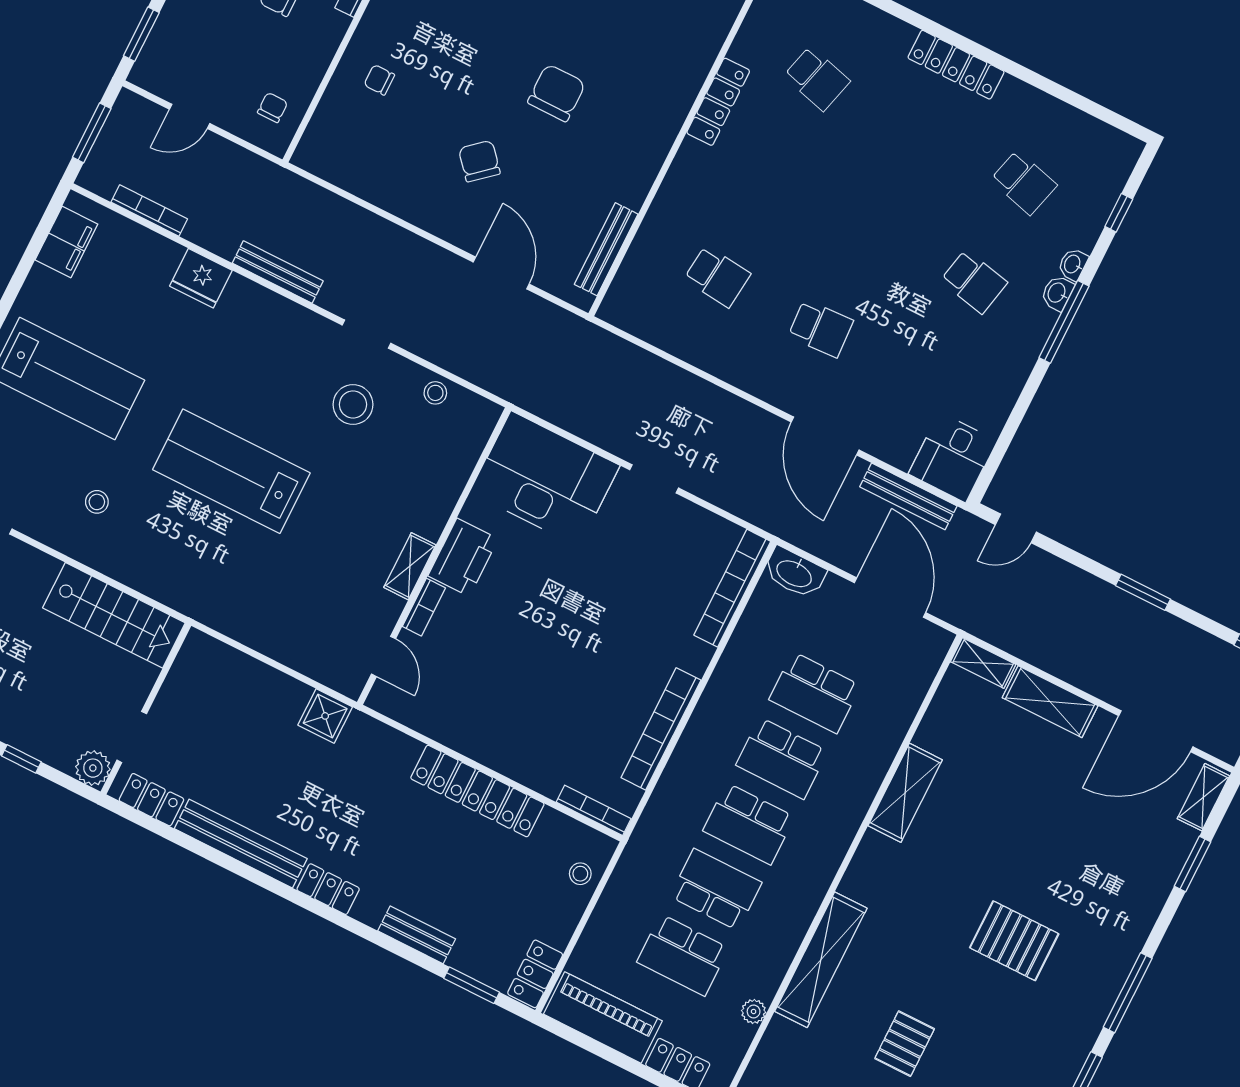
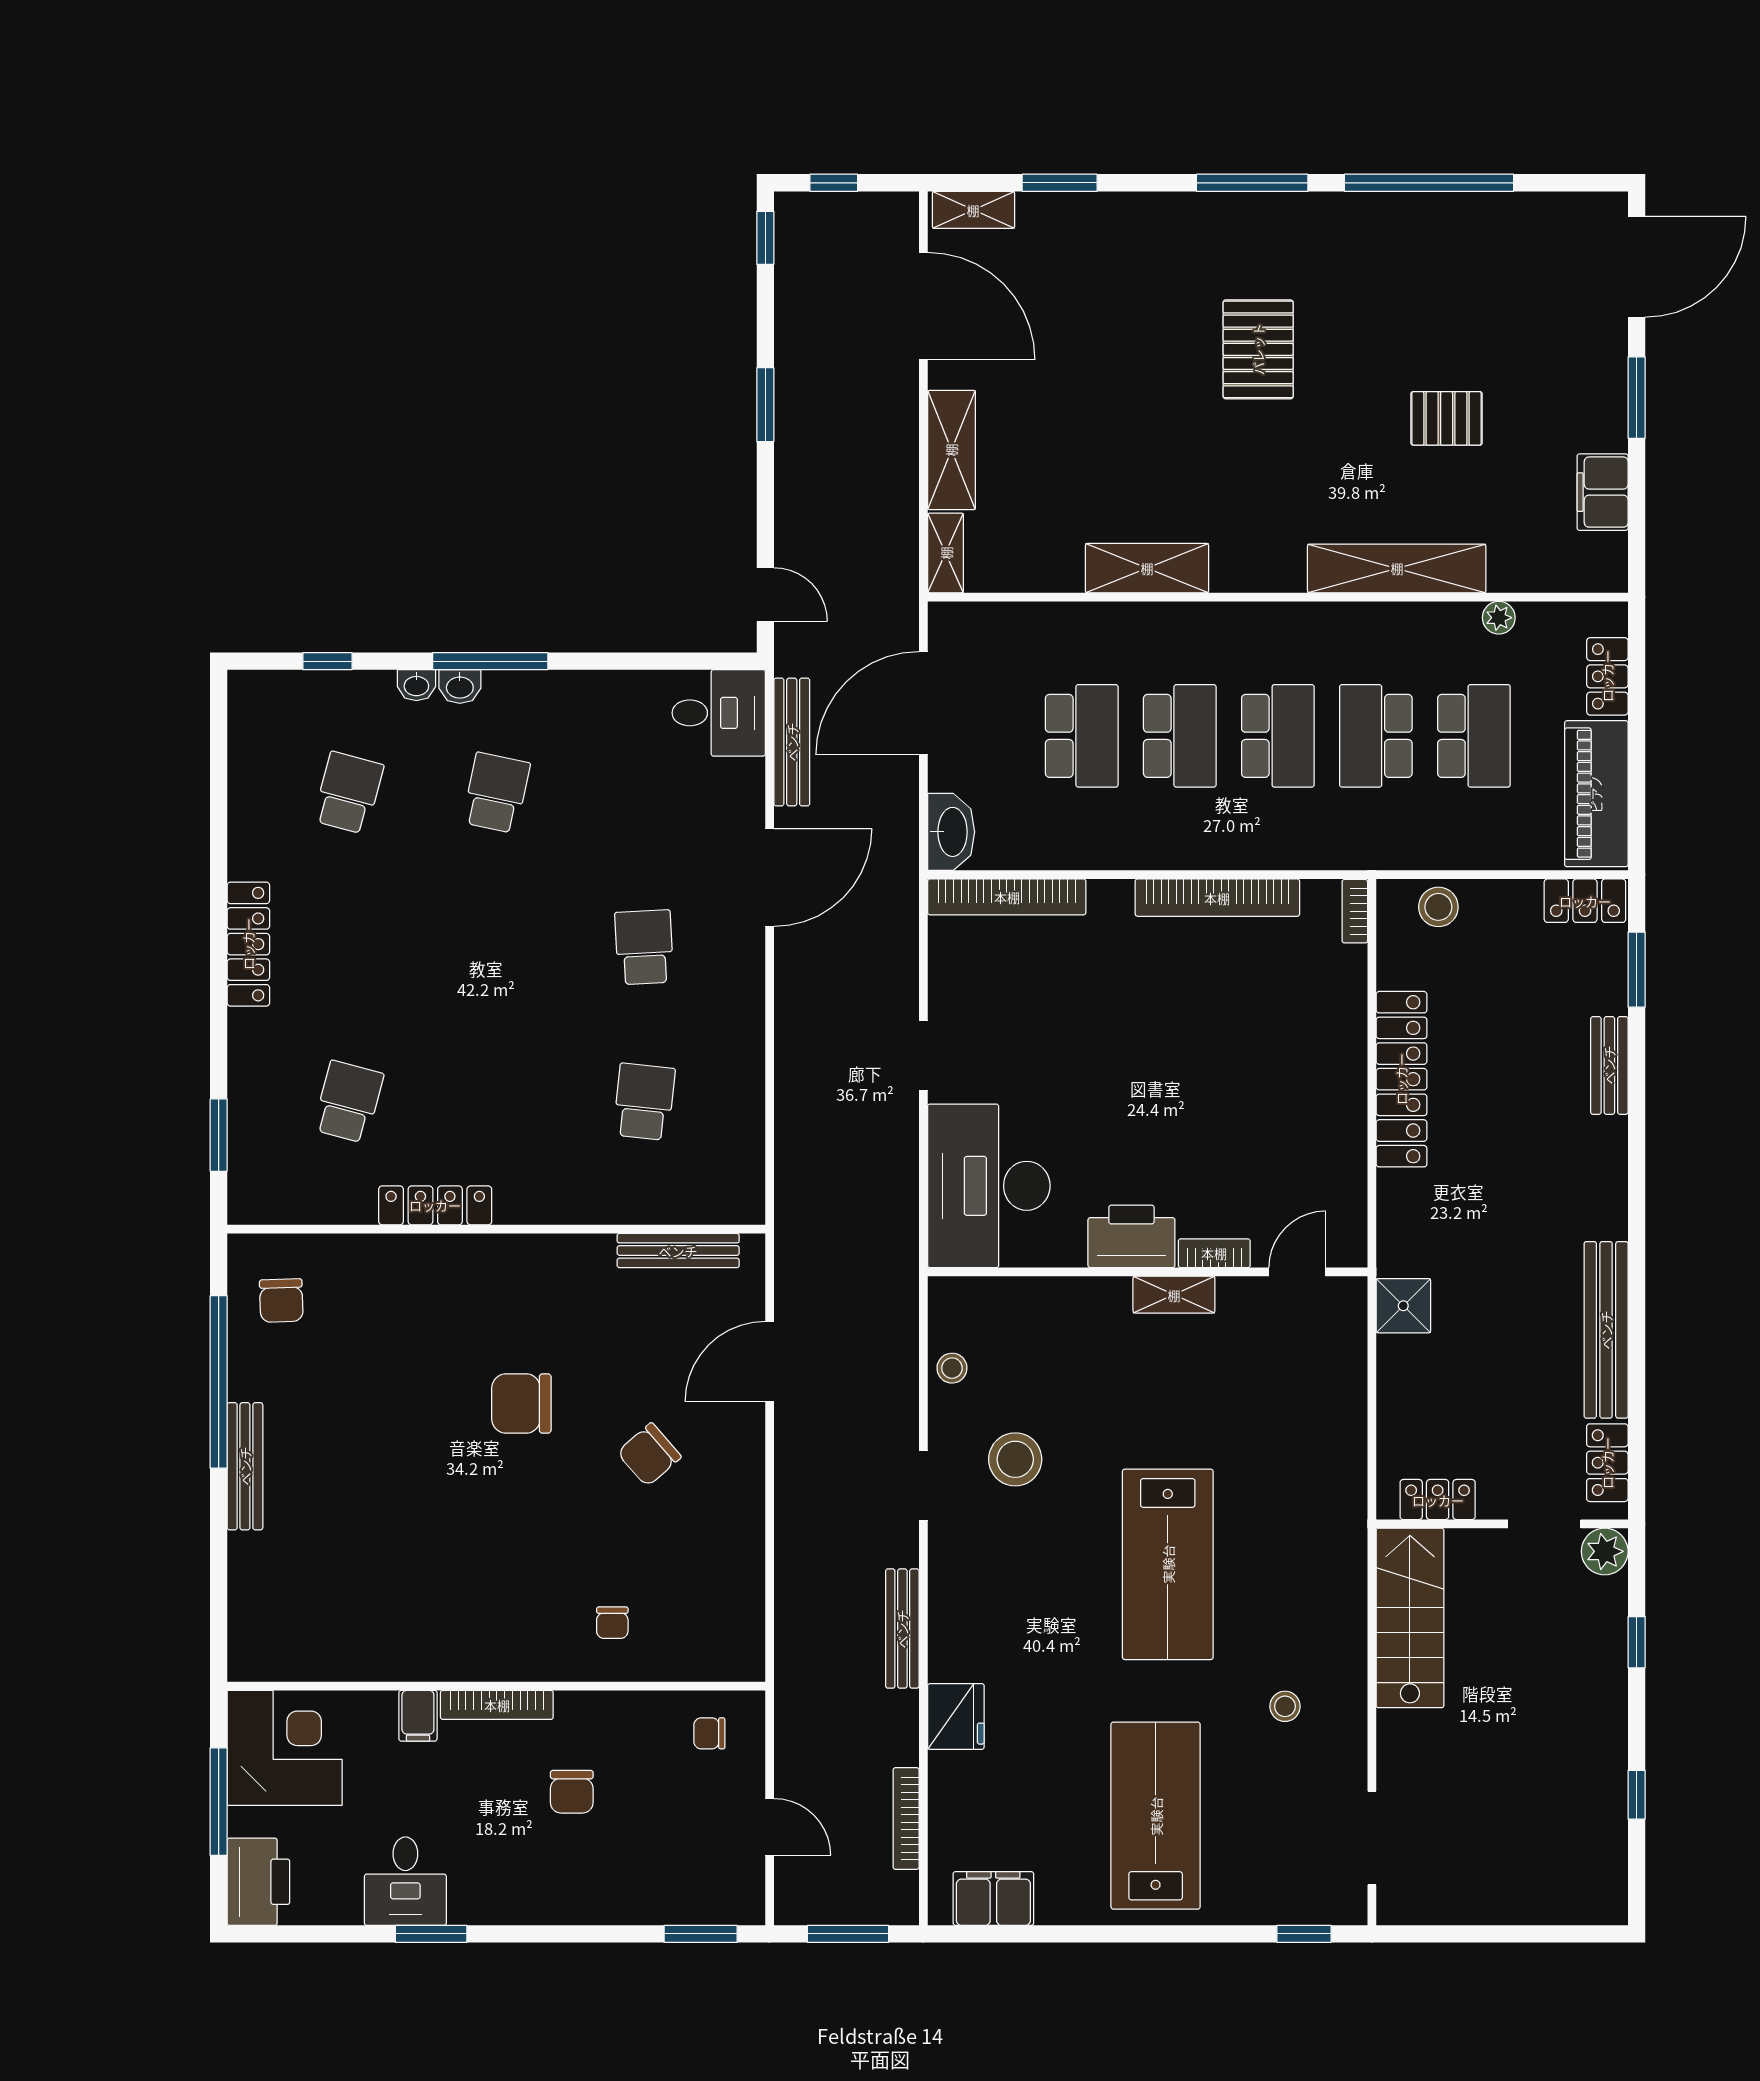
bookcase: (594, 810) -> (1355, 911), width x0.64
stool: (580, 874) -> (1438, 907), width x1.37, depth x1.37
locker: (328, 889) -> (1438, 1500), moved, turned 90

